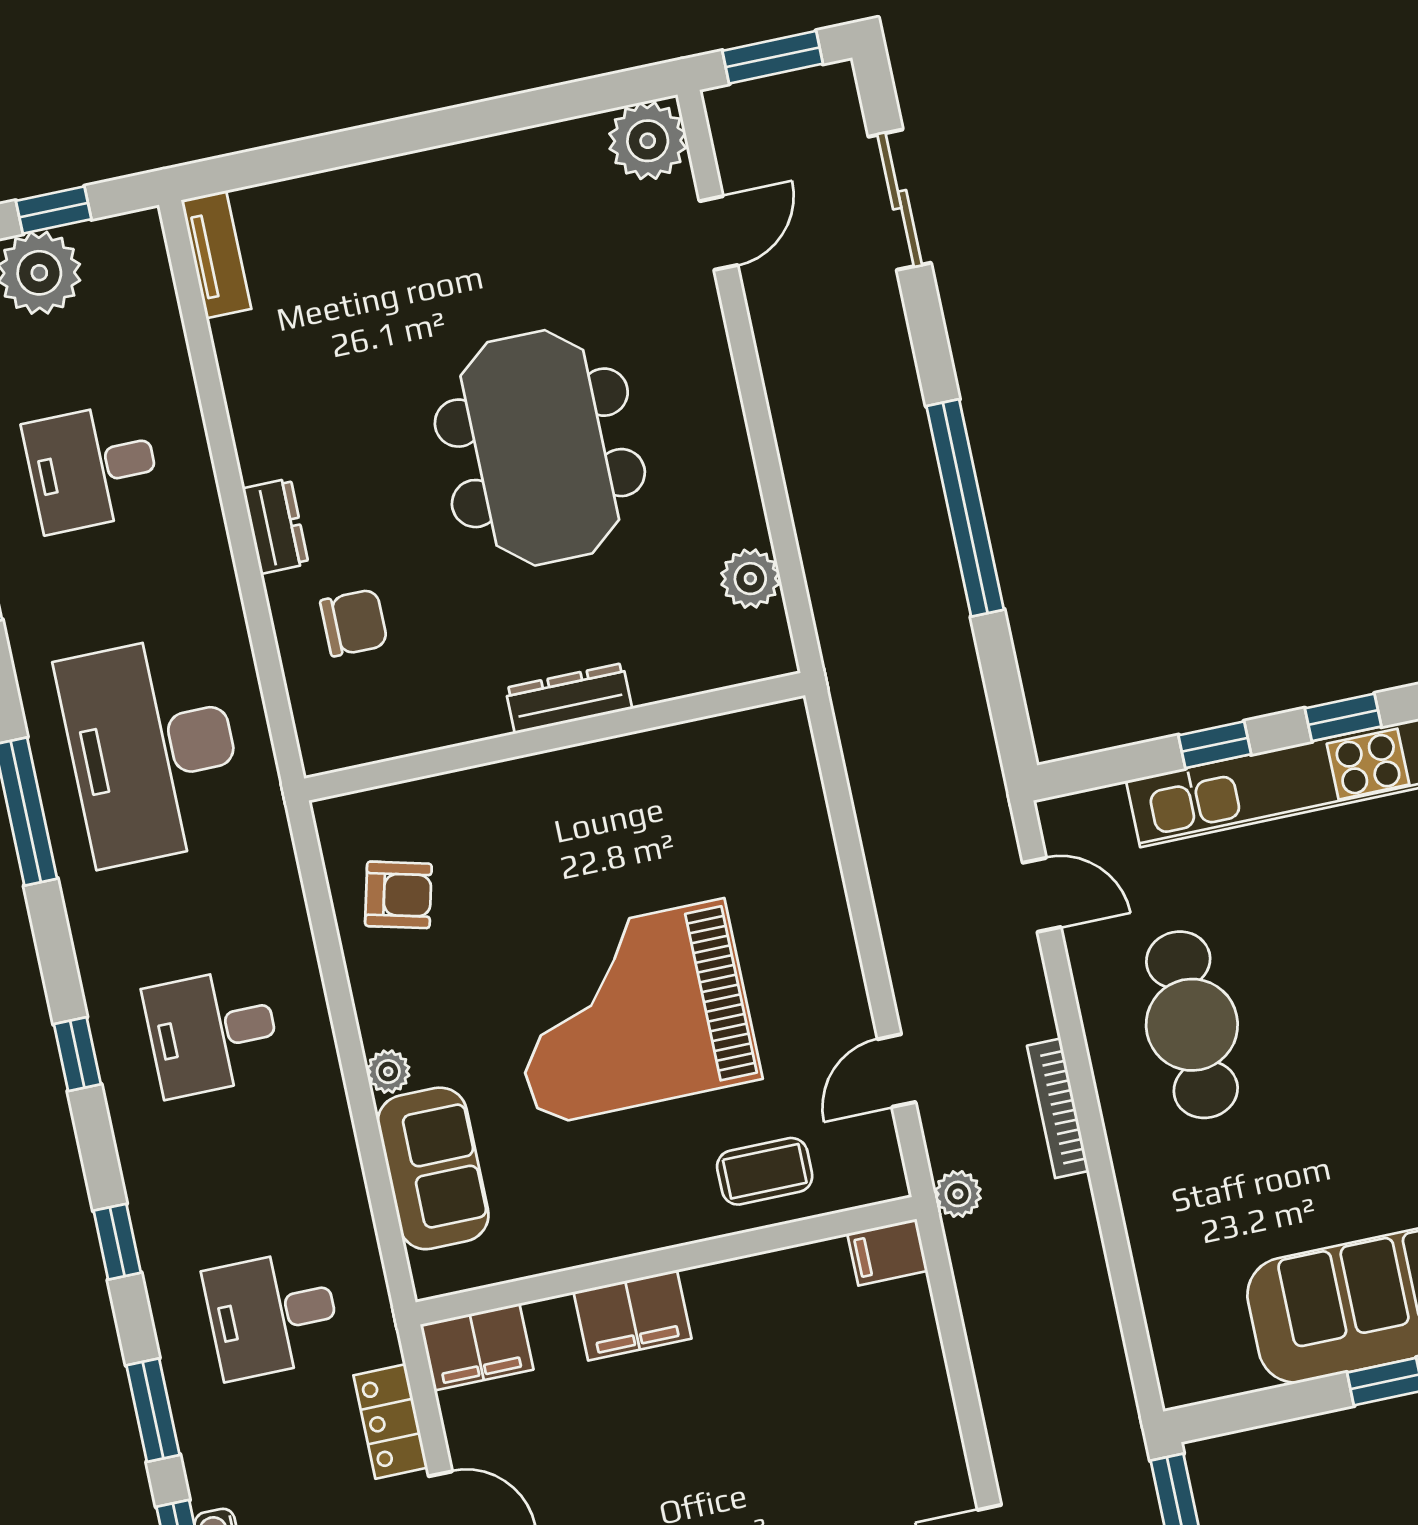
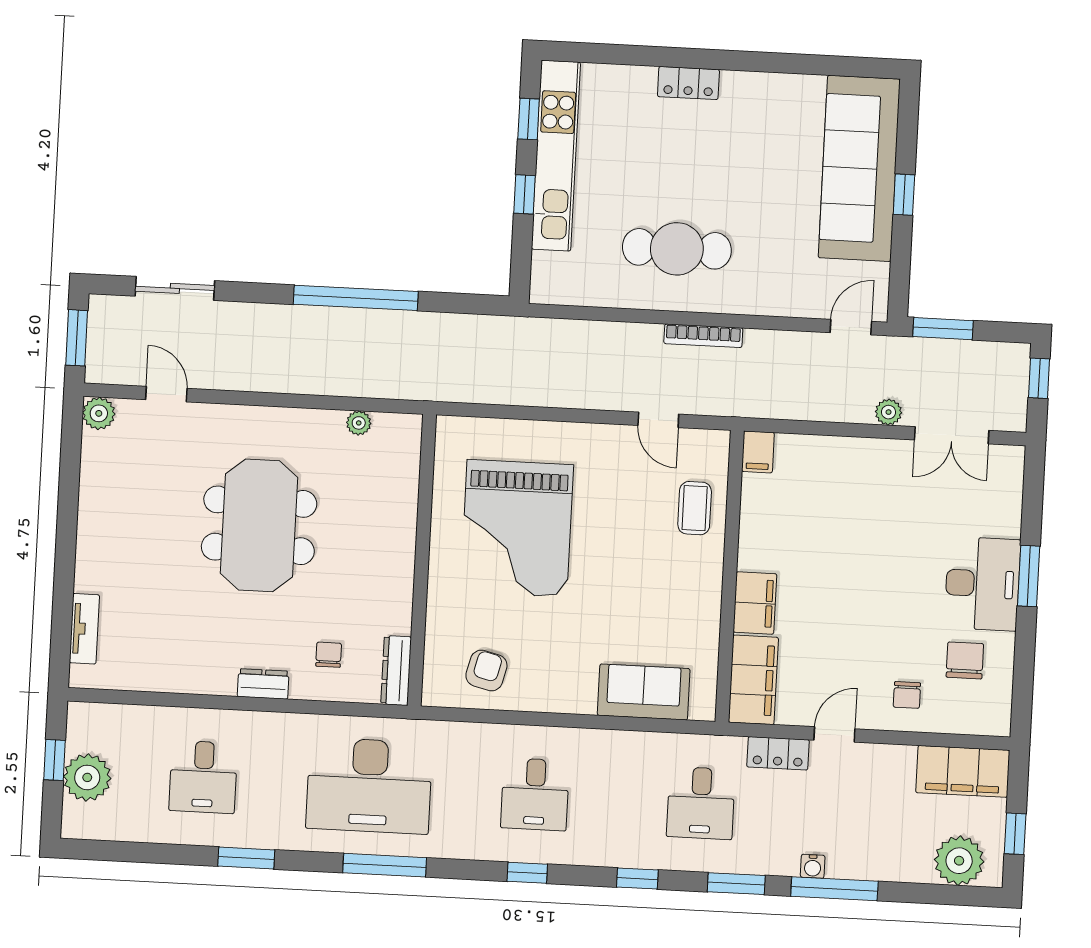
plant: (648, 141) -> (99, 413), width x0.73, depth x0.73
tv unit: (216, 254) -> (84, 629), moved, turned 90
meeting table: (540, 448) -> (259, 525), turned 90
plant: (750, 579) -> (359, 423), width x0.73, depth x0.73
chair: (354, 623) -> (329, 655), width x0.73, depth x0.73
dresser: (569, 698) -> (396, 670), moved
door: (1042, 895) -> (851, 327), moved
grand piano: (630, 1013) -> (517, 528), moved
plant: (388, 1072) -> (583, 702), removed
plant: (958, 1194) -> (889, 412), moved
filing cabinet: (477, 1347) -> (753, 680), width x1.50, depth x1.17

